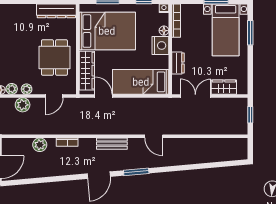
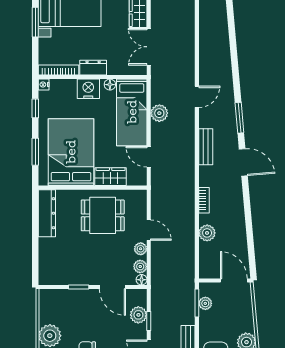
floor lamp: (164, 31) -> (110, 85), moved
dresser: (178, 63) -> (93, 68), moved
wardrobe: (87, 71) -> (111, 177), width x0.67
door: (54, 96) -> (149, 230), moved
door: (103, 96) -> (149, 157), hinge flipped
plant: (23, 105) -> (159, 113), moved

